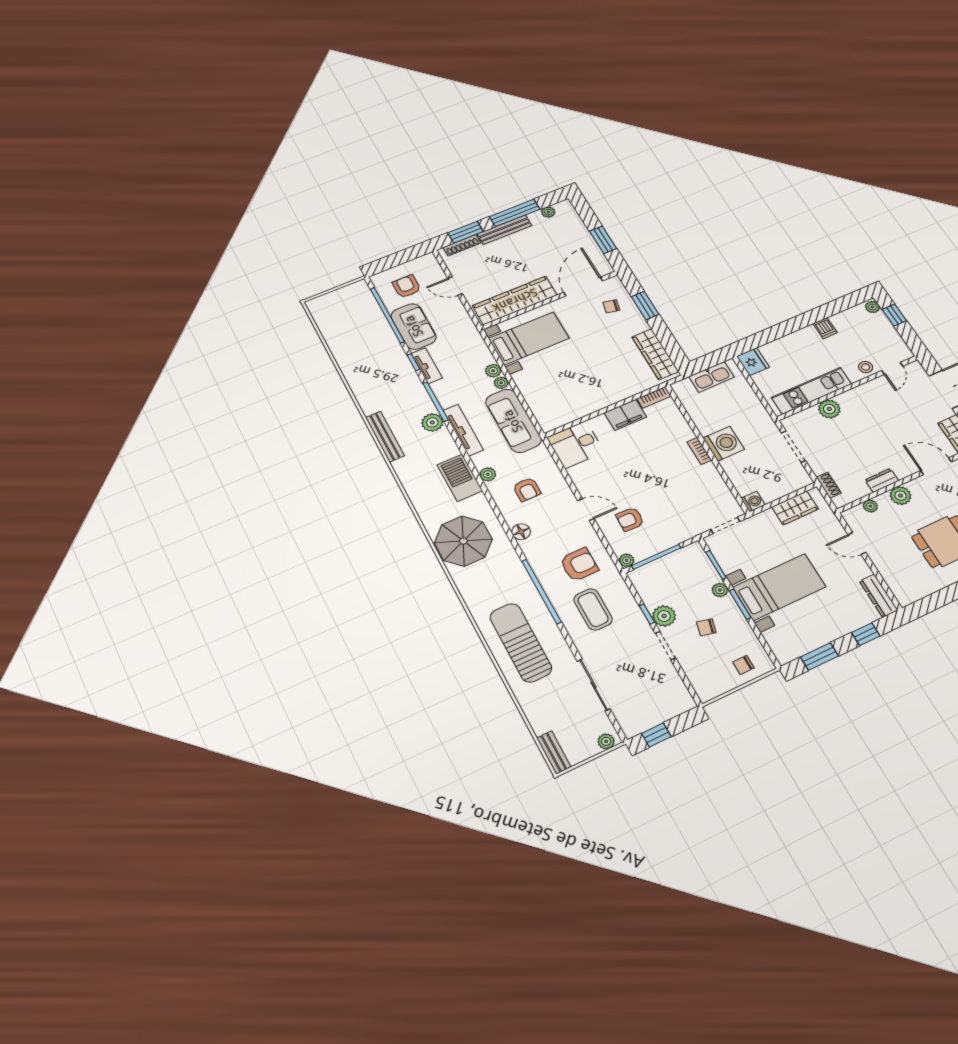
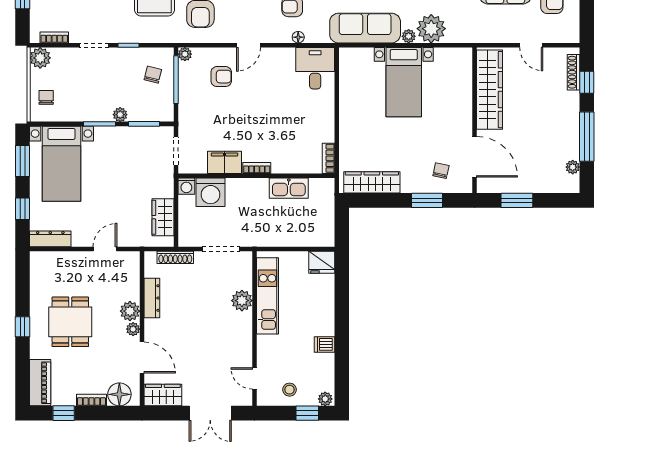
bench: (505, 230) -> (572, 118), removed
window: (465, 232) -> (587, 82), width x0.67
door: (455, 286) -> (531, 45), swing flipped
bed with nightstands: (529, 338) -> (404, 82), moved
stool: (866, 367) -> (289, 390), moved
plant: (493, 371) -> (431, 29), width x1.88, depth x1.88
kitchen sink: (711, 377) -> (289, 188), moved, turned -90
filing cabinet: (625, 415) -> (225, 162), moved, turned 90
washing machine: (724, 444) -> (210, 192), moved
door: (936, 466) -> (142, 357), hinge flipped
floor lamp: (554, 471) -> (298, 37), added
dresser: (882, 480) -> (152, 298), width x1.44
shoe rack: (829, 485) -> (175, 257), width x1.43
plant: (870, 506) -> (133, 329), moved
armchair: (630, 519) -> (221, 77), turned 88
bed with nightstands: (779, 587) -> (61, 164), moved
plant: (664, 616) -> (40, 58), moved
chair: (706, 627) -> (153, 75), moved
bookcase: (679, 686) -> (54, 37), added

